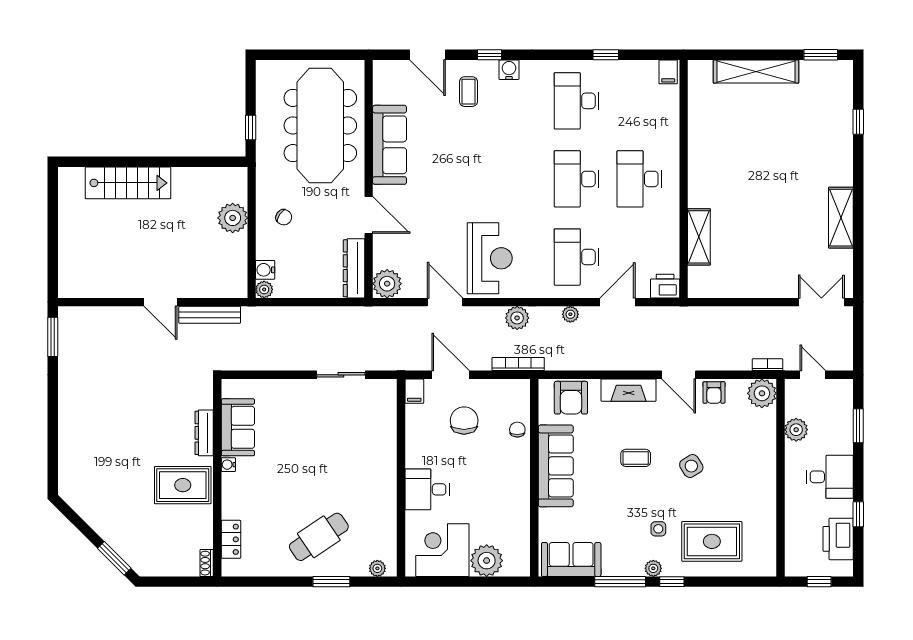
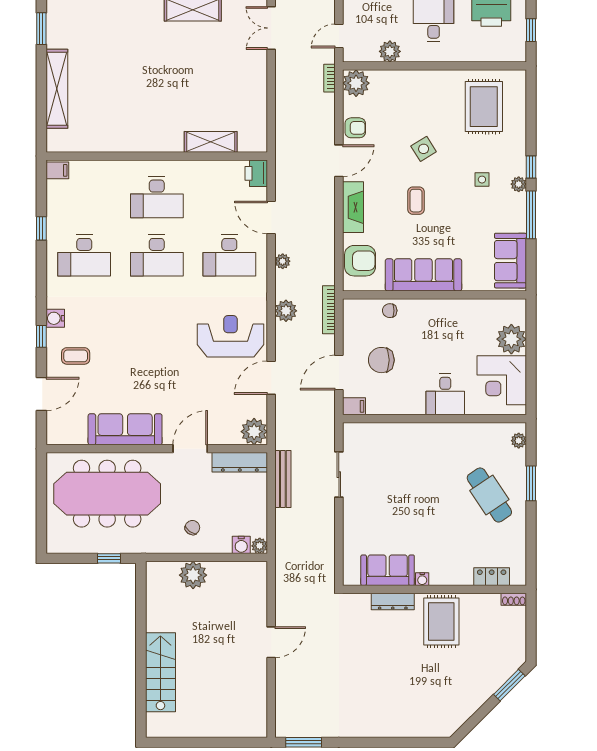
bench: (210, 315) -> (283, 479), moved
rug: (712, 541) -> (484, 107), moved

